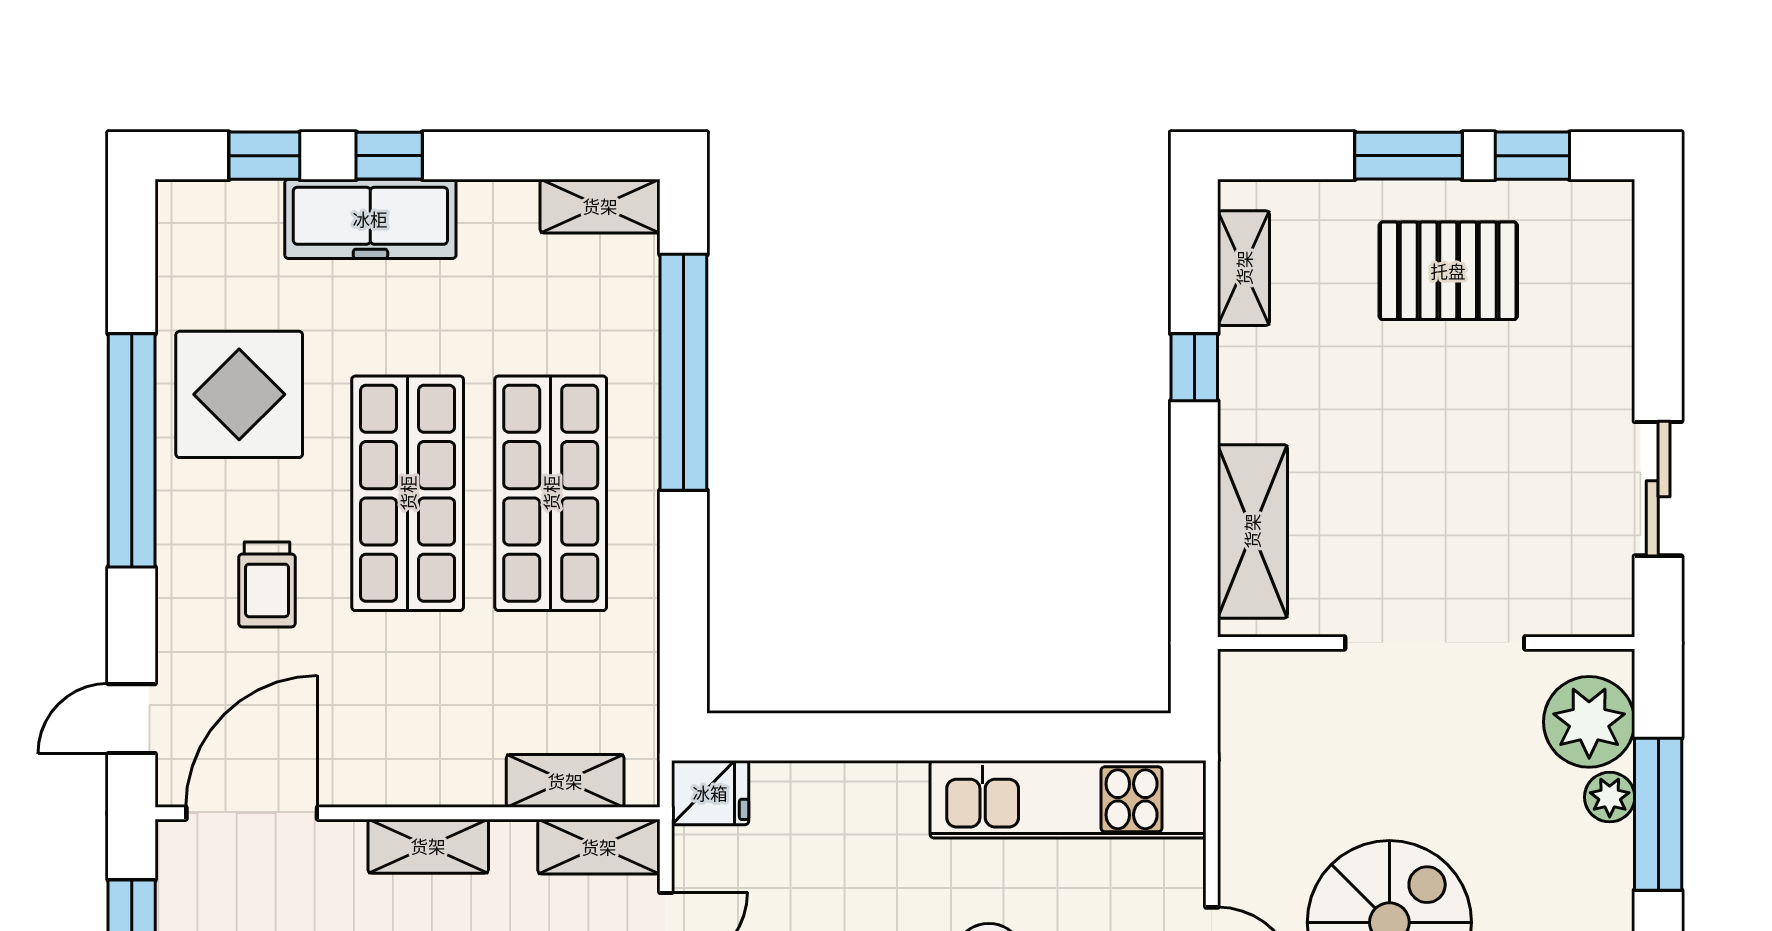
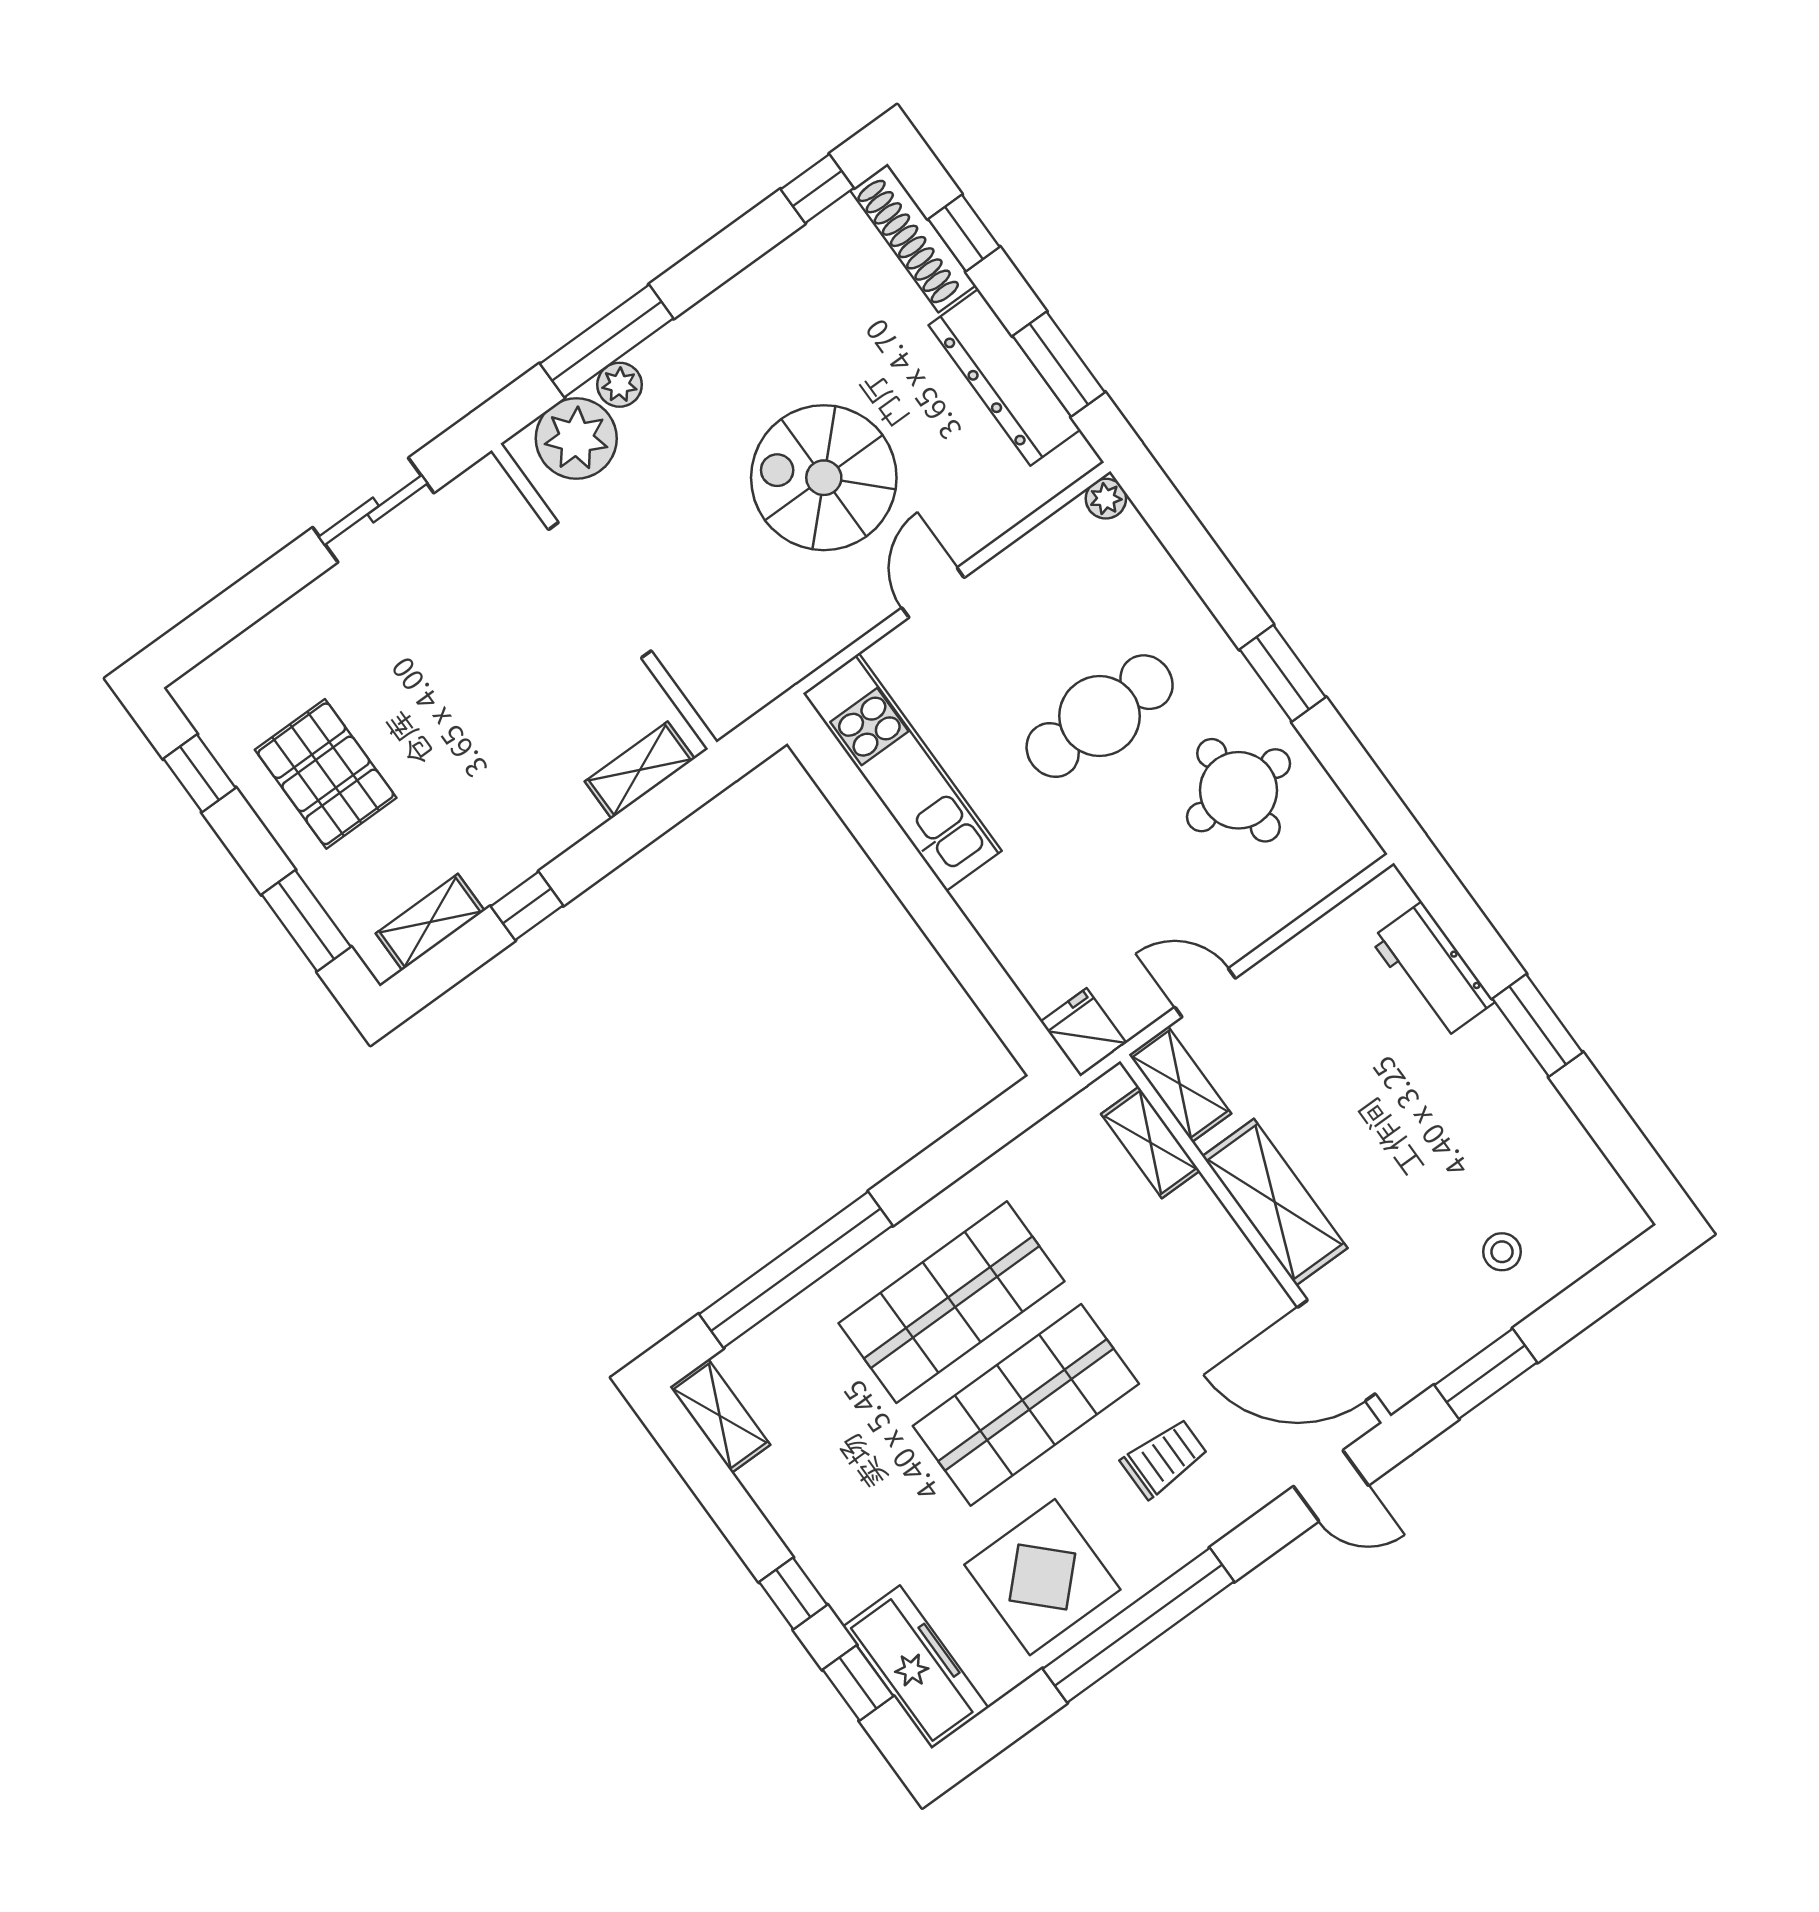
window: (1408, 156) -> (306, 921), moved
freezer: (370, 219) -> (916, 1667), moved
shelving: (1252, 531) -> (640, 770), width x0.67, depth x0.75
shelving: (428, 846) -> (1275, 1202), width x1.50, depth x1.33

